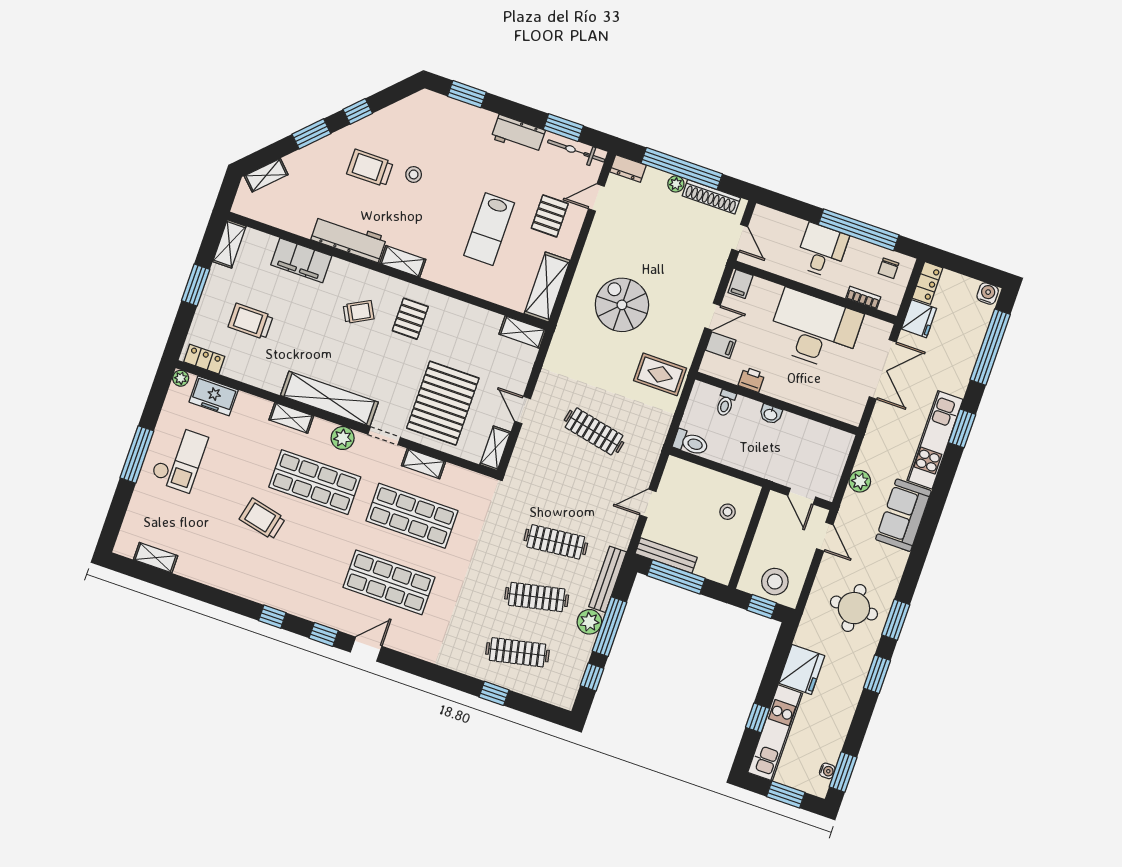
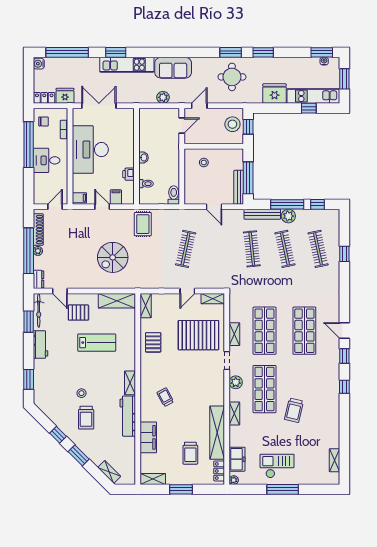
pallet: (410, 319) -> (153, 342), moved, turned 90
shelving: (329, 399) -> (217, 433), moved

